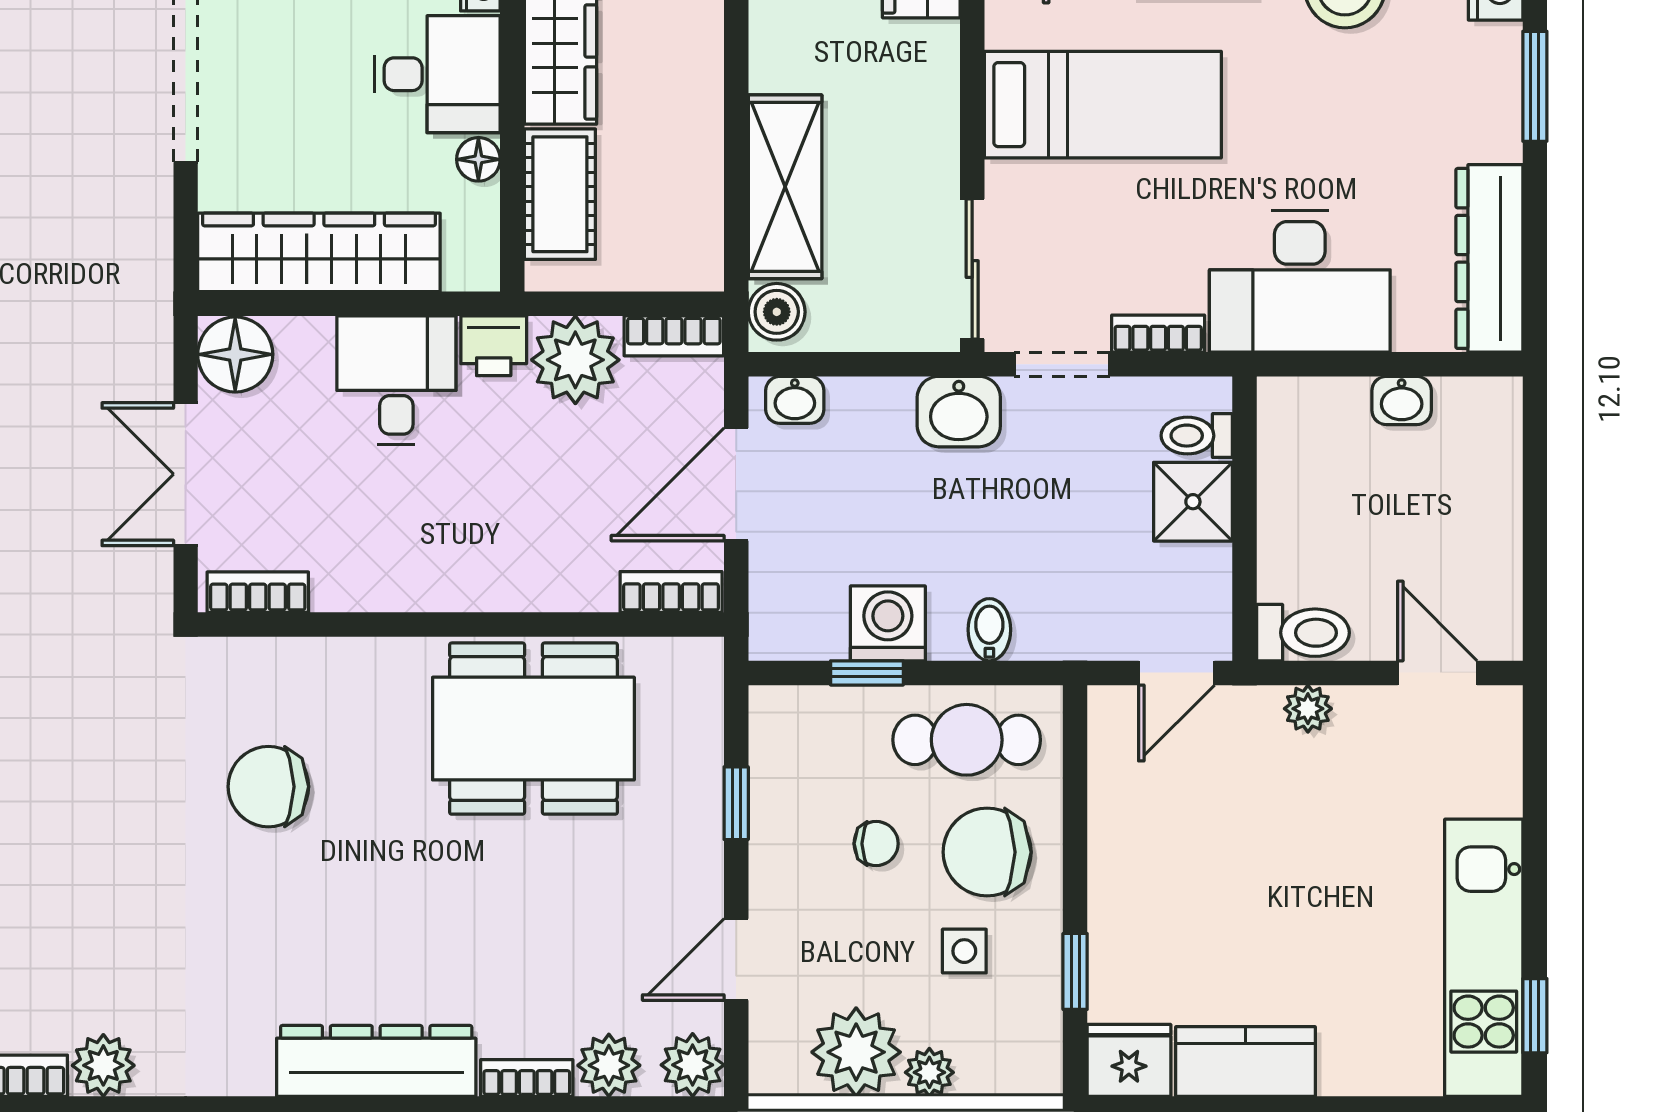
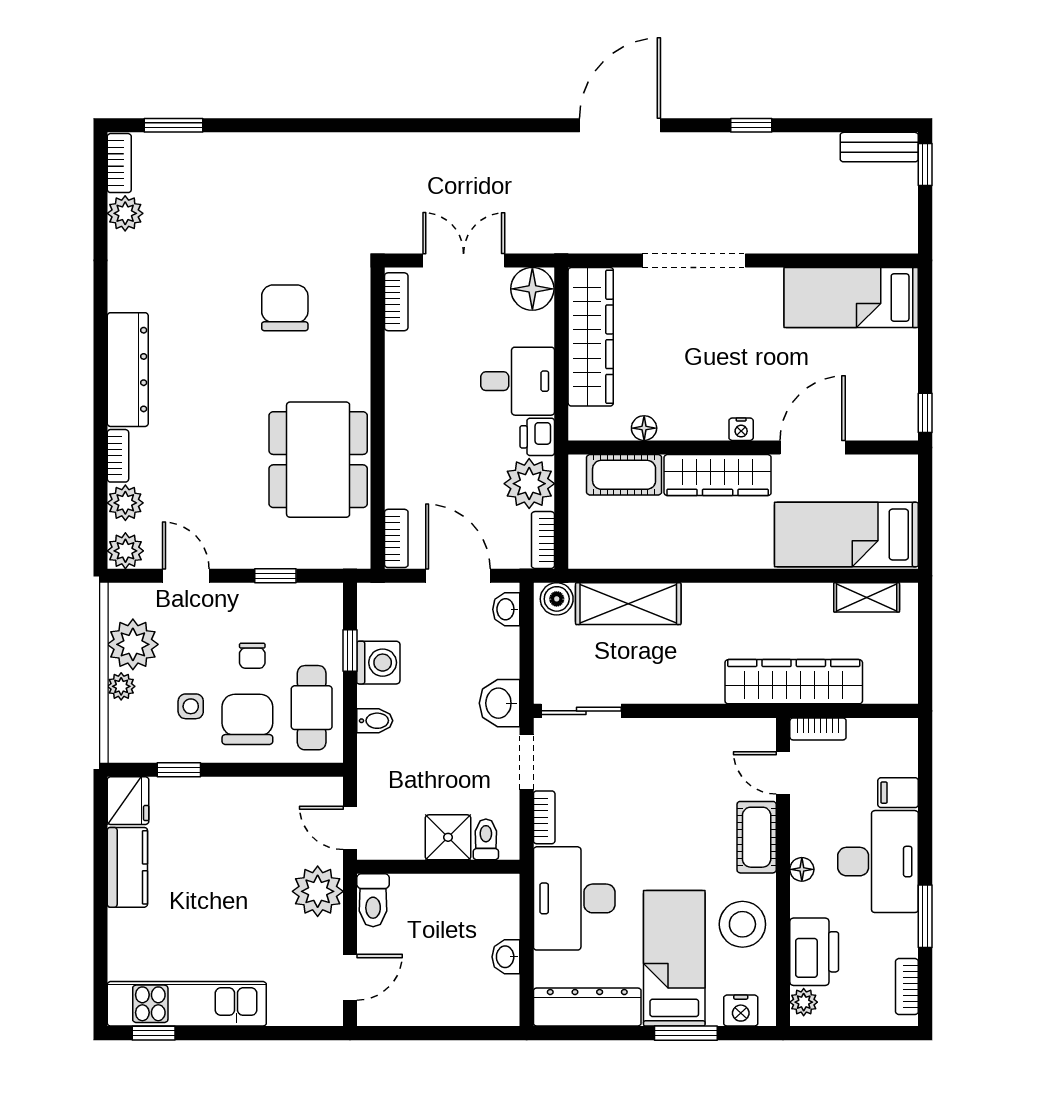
desk: (437, 74) -> (693, 404), removed
bed: (1103, 105) -> (674, 958), moved, turned 180
plant: (1308, 709) -> (318, 891), width x1.88, depth x1.88

